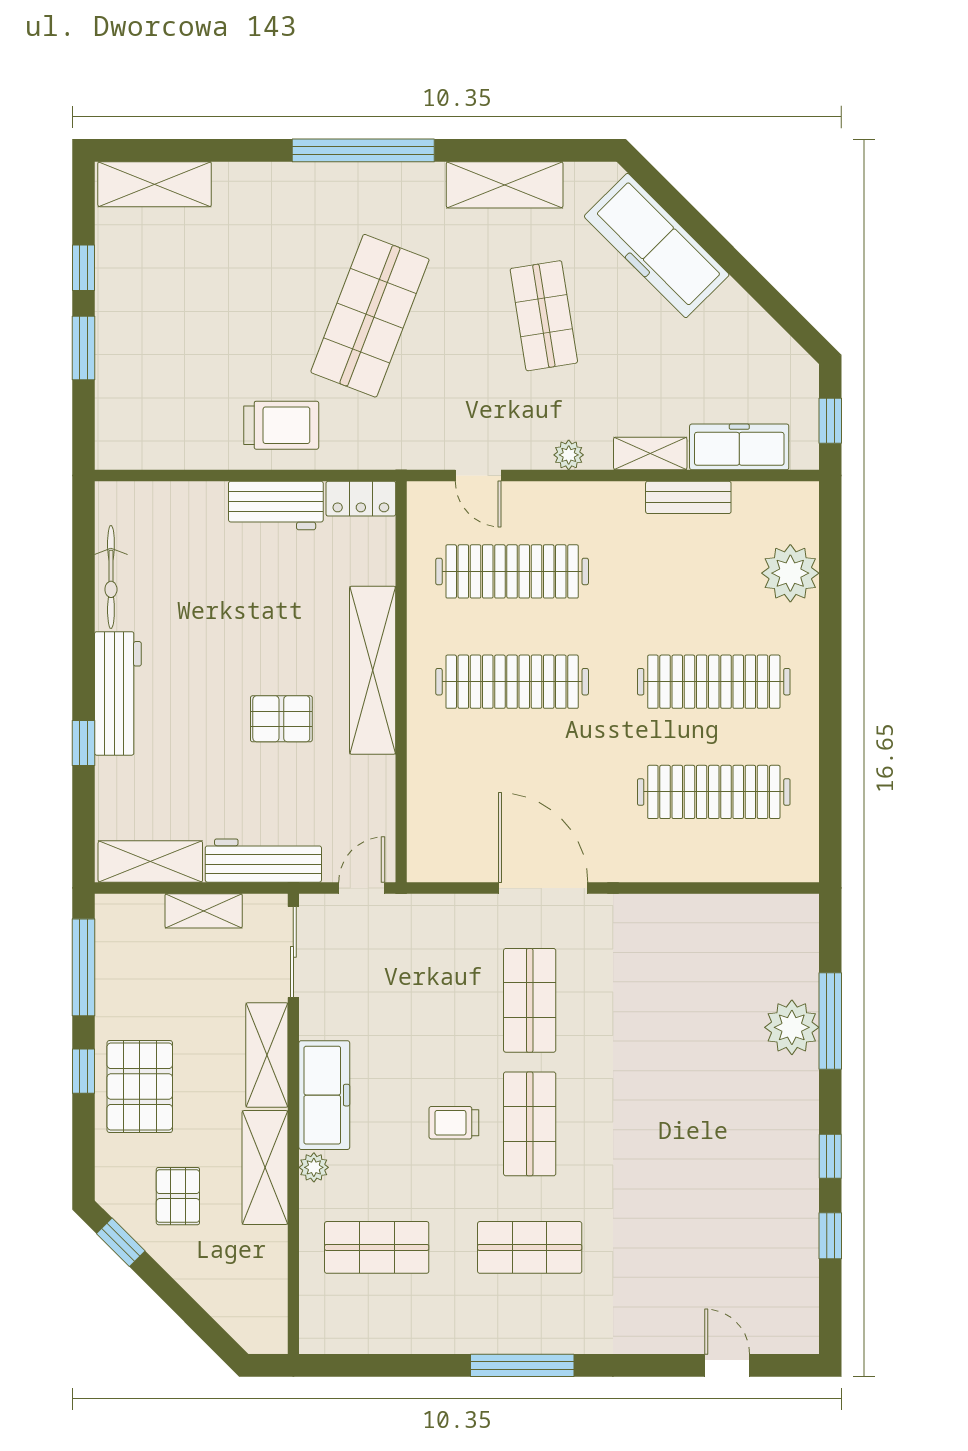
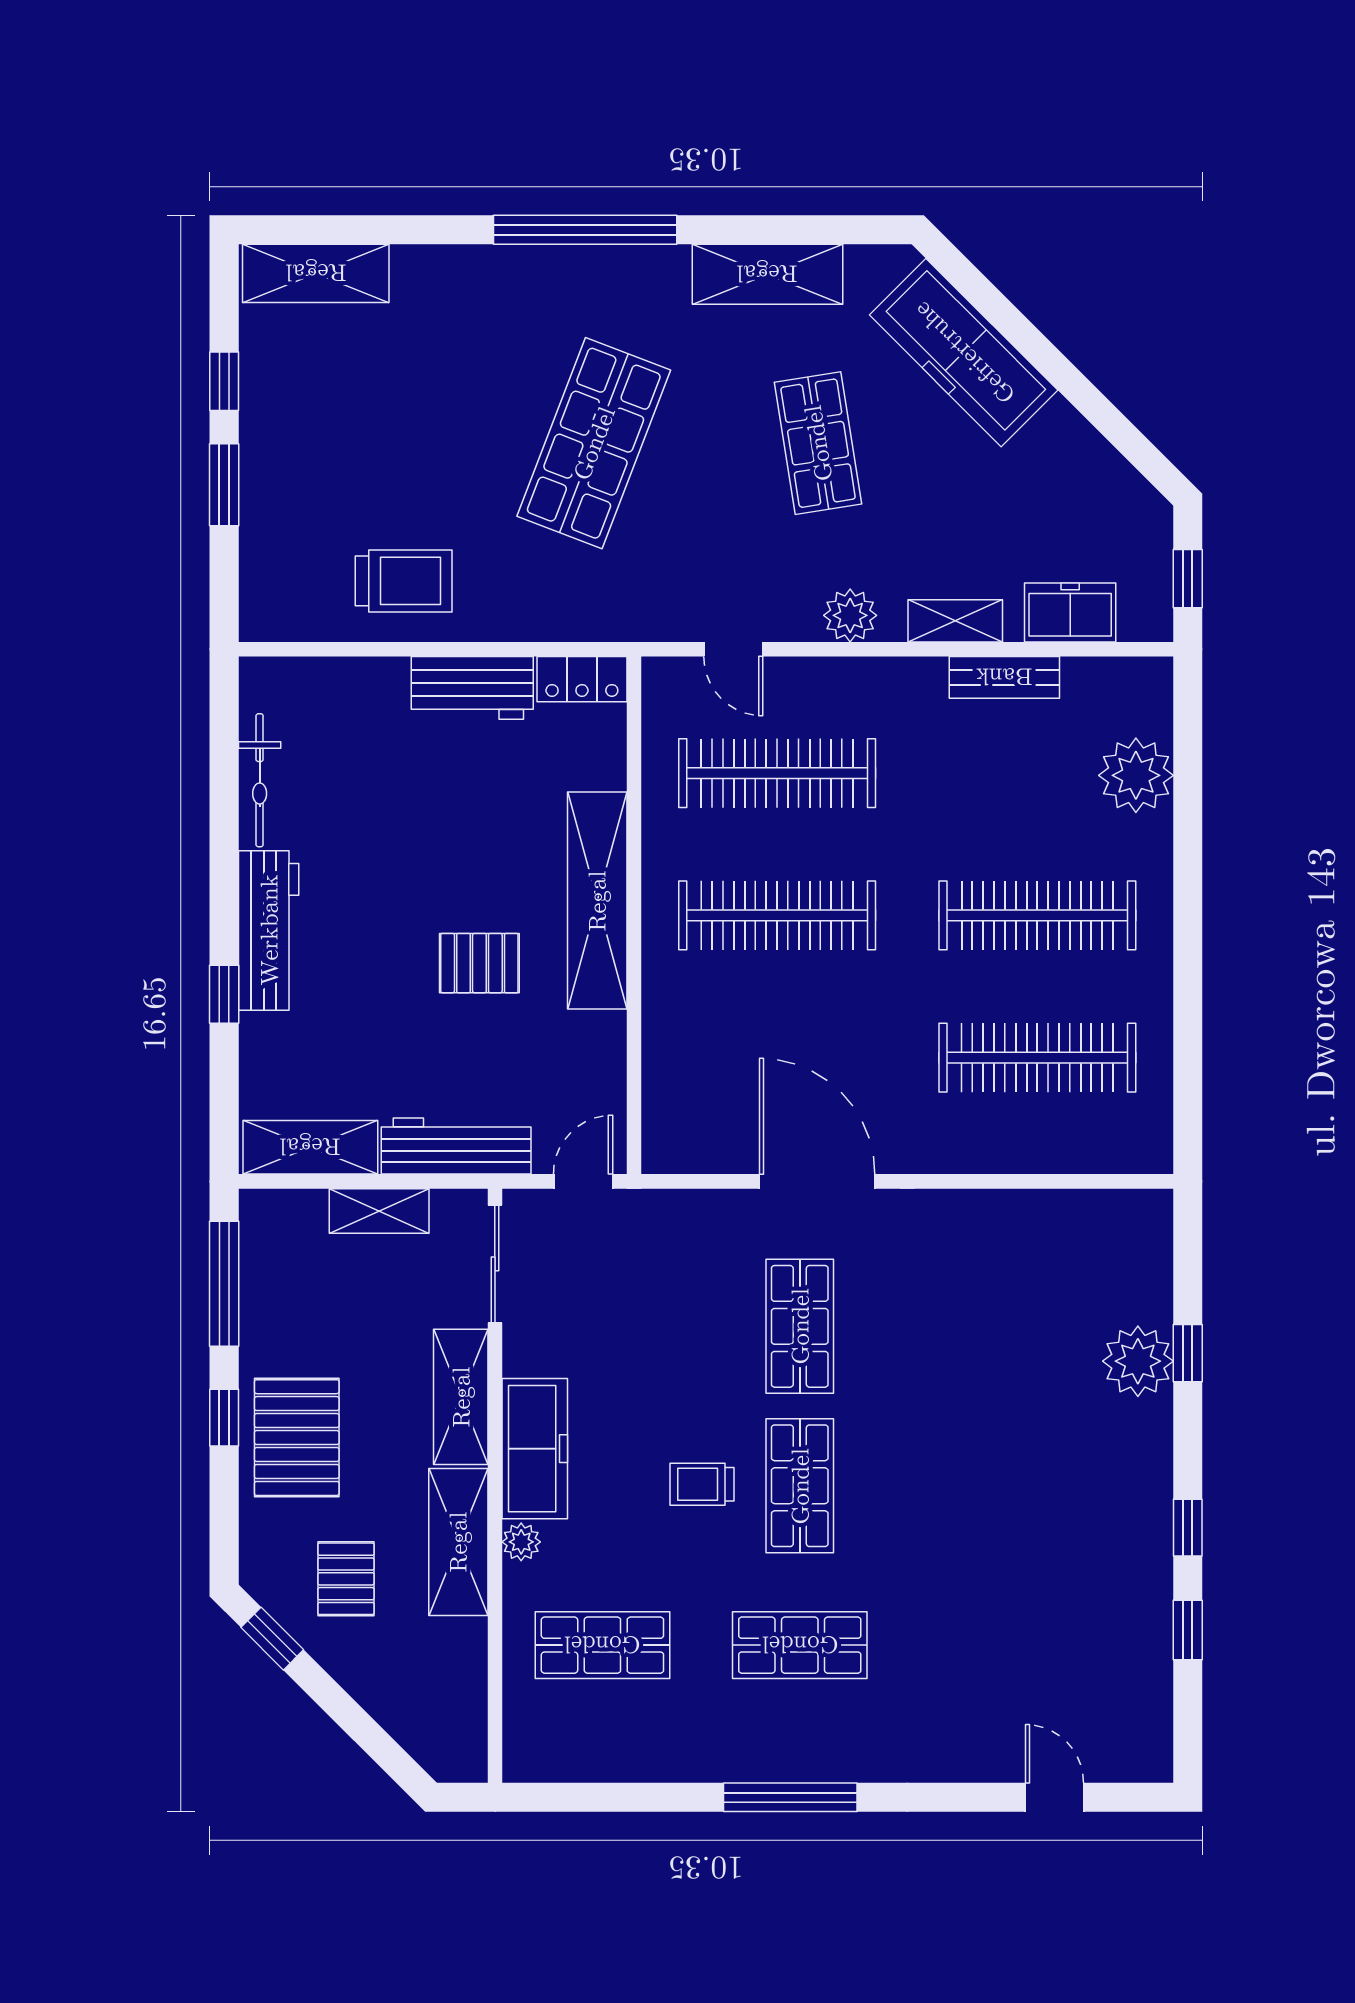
trolley: (281, 425) -> (404, 581), moved
freezer: (739, 447) -> (1070, 612), width x0.71
plant: (569, 455) -> (850, 615), width x1.38, depth x1.38
window: (830, 1021) -> (1188, 1353), width x0.46

